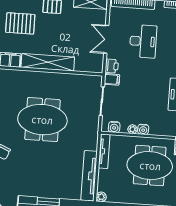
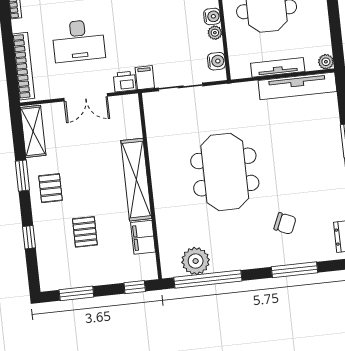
pallet: (20, 23) -> (85, 232), width x0.67, depth x0.71
desk: (143, 41) -> (79, 41), turned 180
tv unit: (104, 151) -> (278, 67), moved

